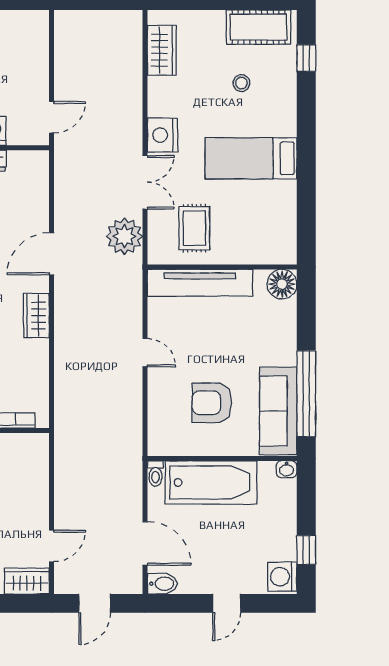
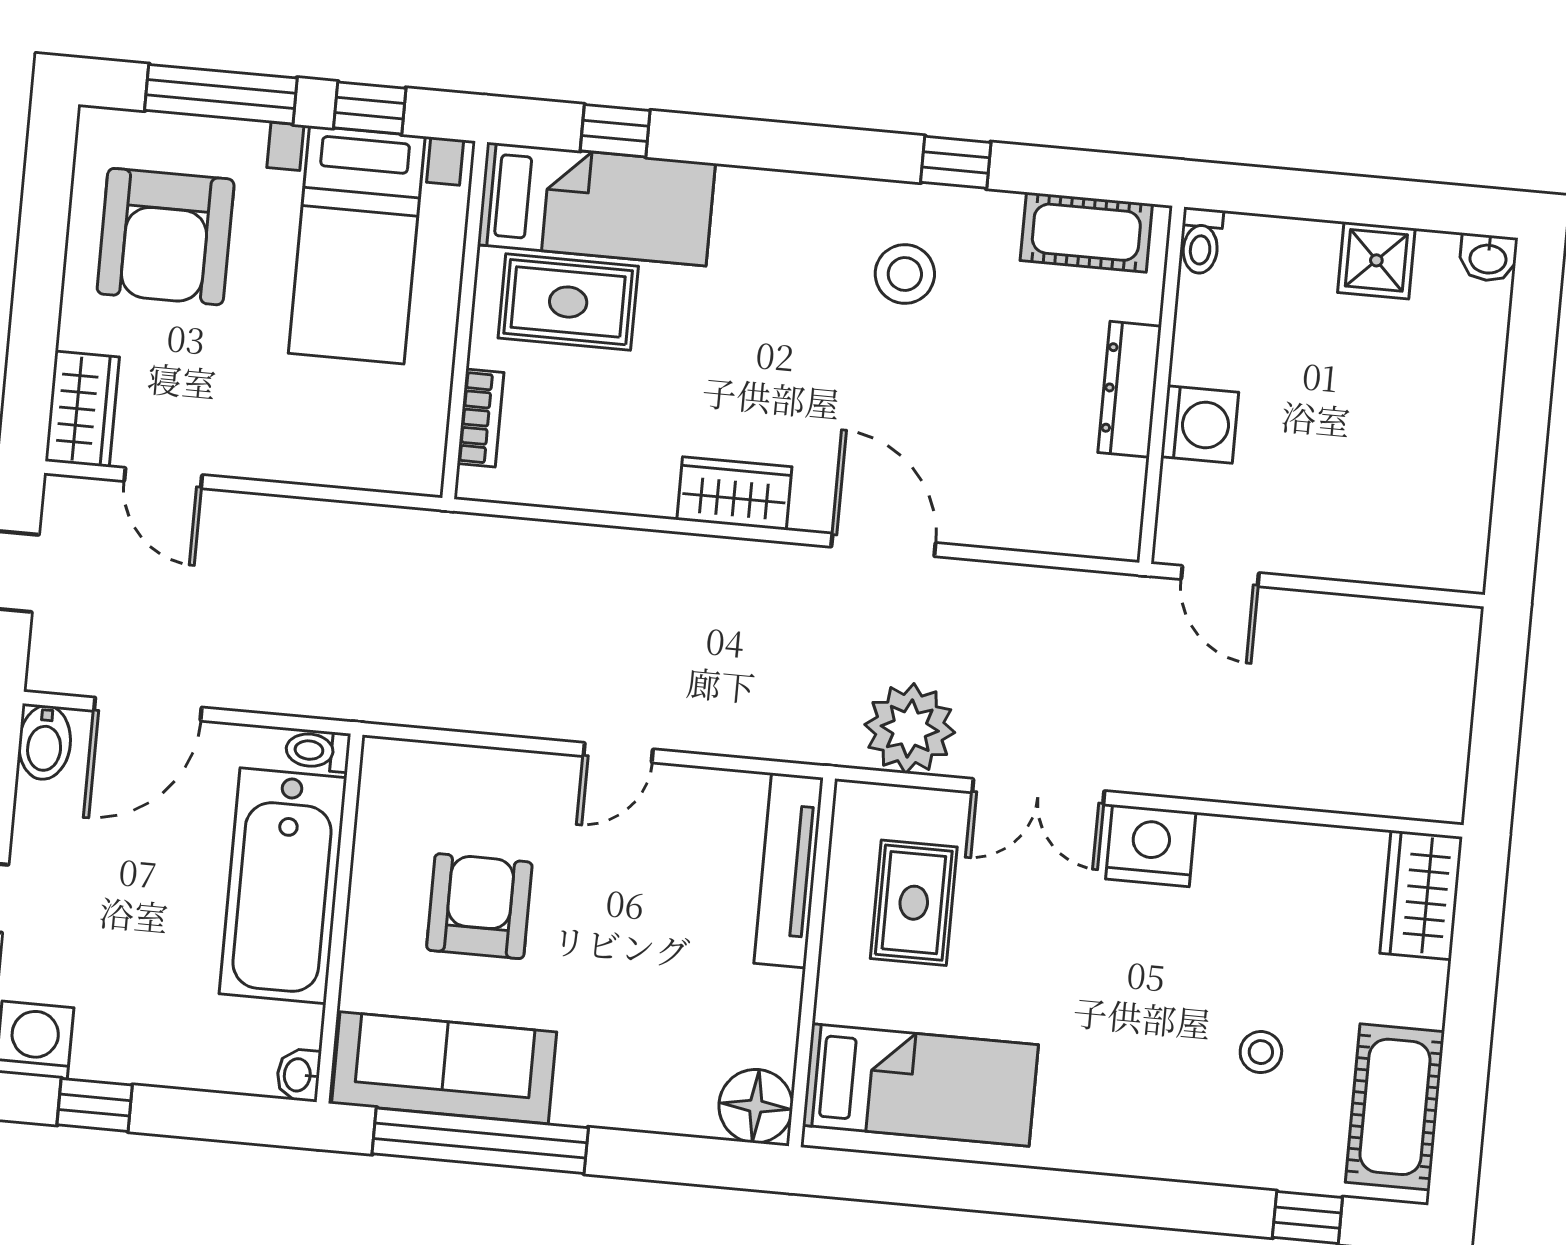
wardrobe: (162, 50) -> (1421, 895), moved, turned 90
bed: (251, 158) -> (920, 1085), moved, turned 90
rug: (194, 228) -> (914, 903), turned 90
tv unit: (200, 283) -> (789, 870), width x0.73, depth x0.78

